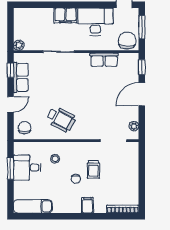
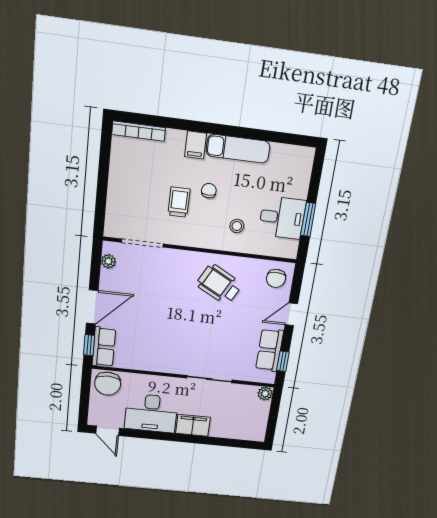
window: (142, 27) -> (85, 399), removed
row of seats: (104, 60) -> (104, 347), moved, turned 90
exam couch: (33, 206) -> (238, 149), moved

